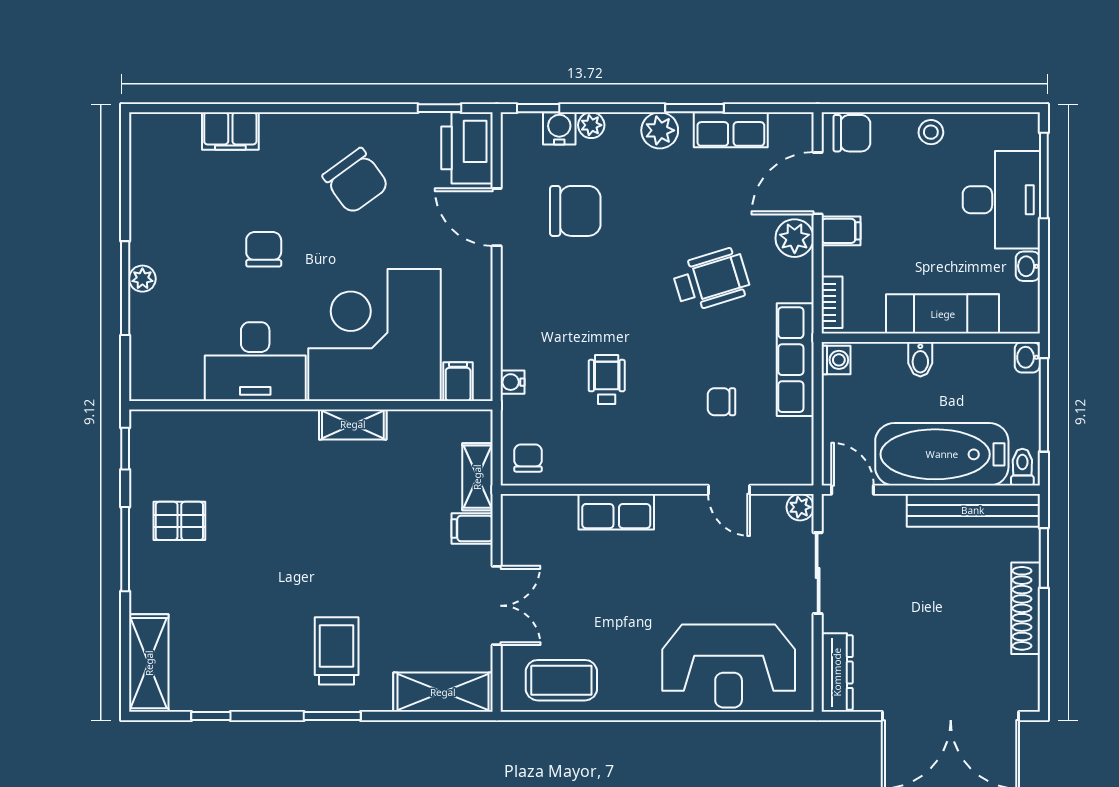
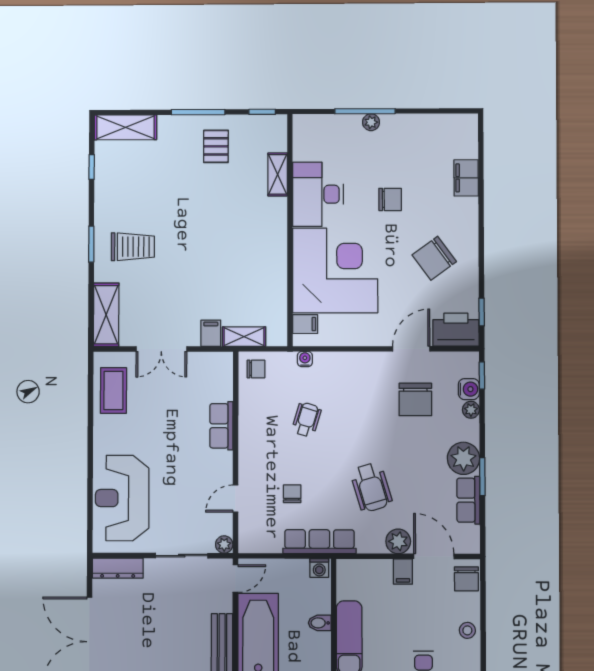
plant: (660, 130) -> (463, 458), width x1.36, depth x1.36
bookcase: (832, 302) -> (357, 566), removed
wheelchair: (607, 380) -> (307, 420), turned -73
shelving: (353, 424) -> (278, 174), moved

